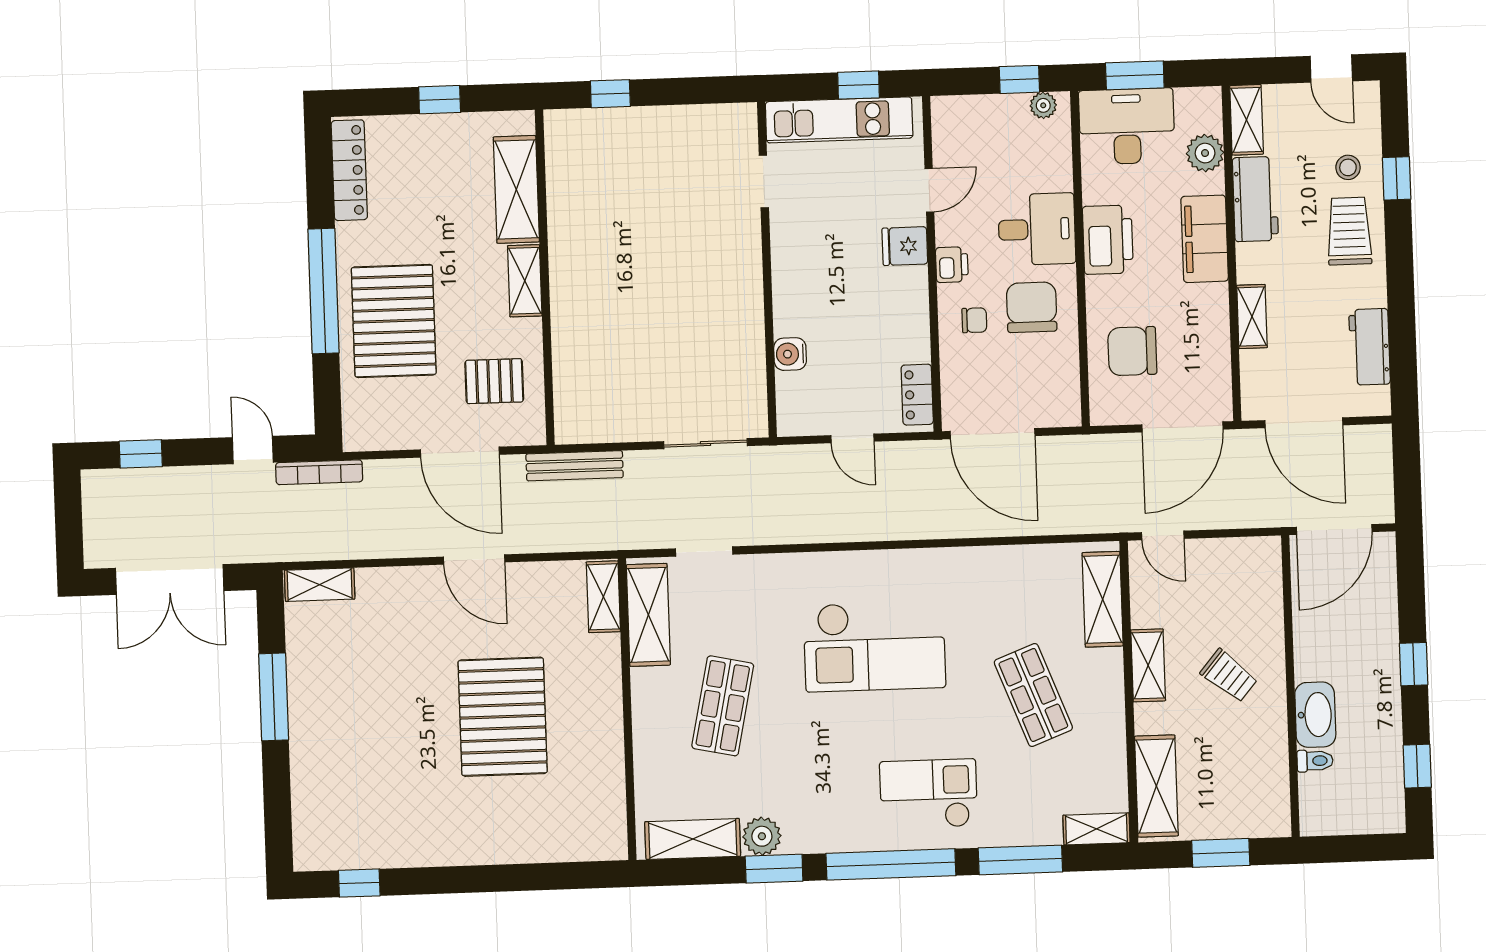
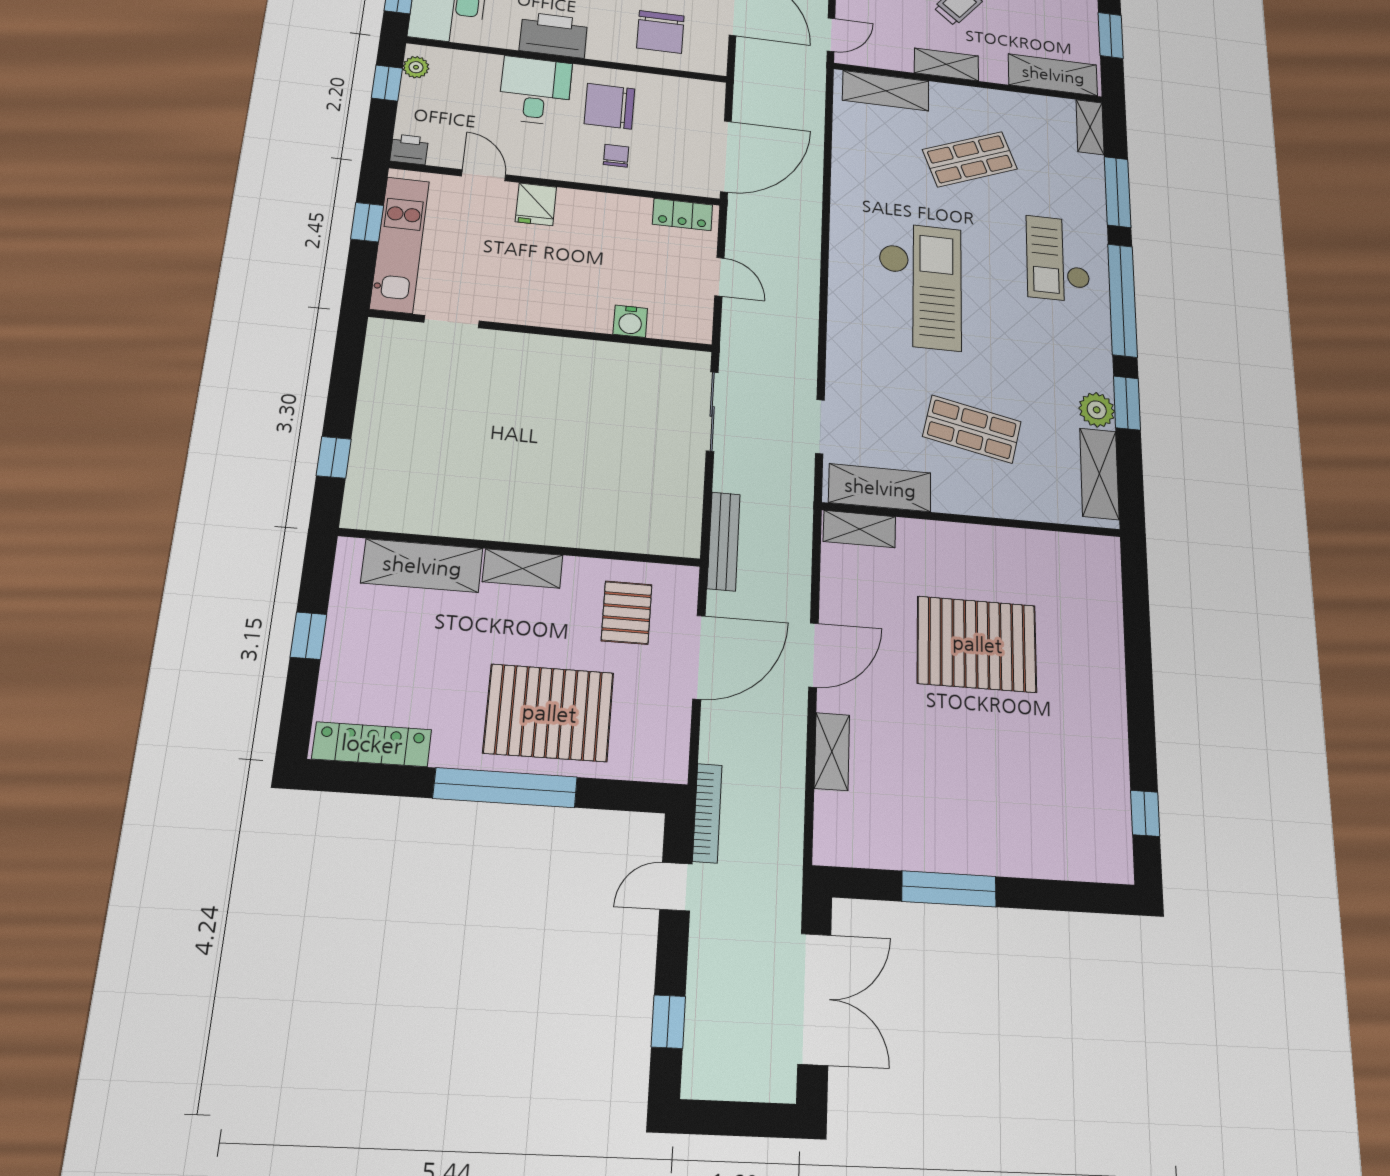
printer: (952, 265) -> (409, 149), moved
door: (853, 438) -> (719, 277), hinge flipped
shelving: (320, 585) -> (832, 751), moved

